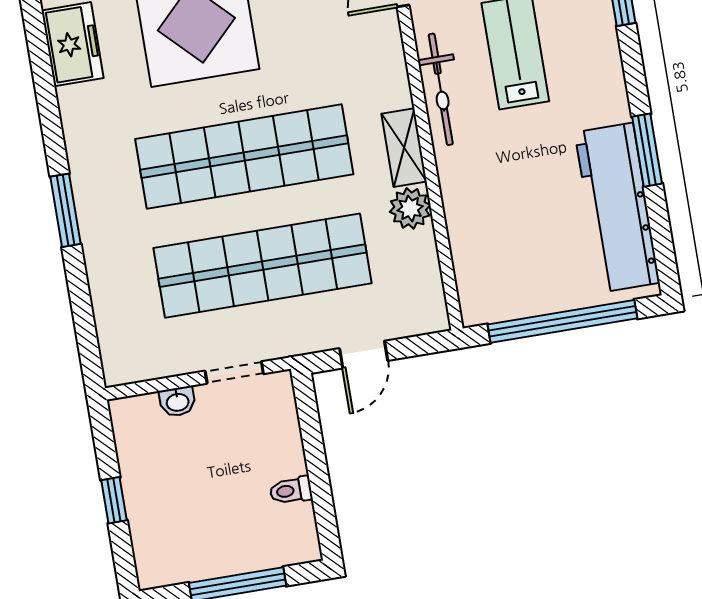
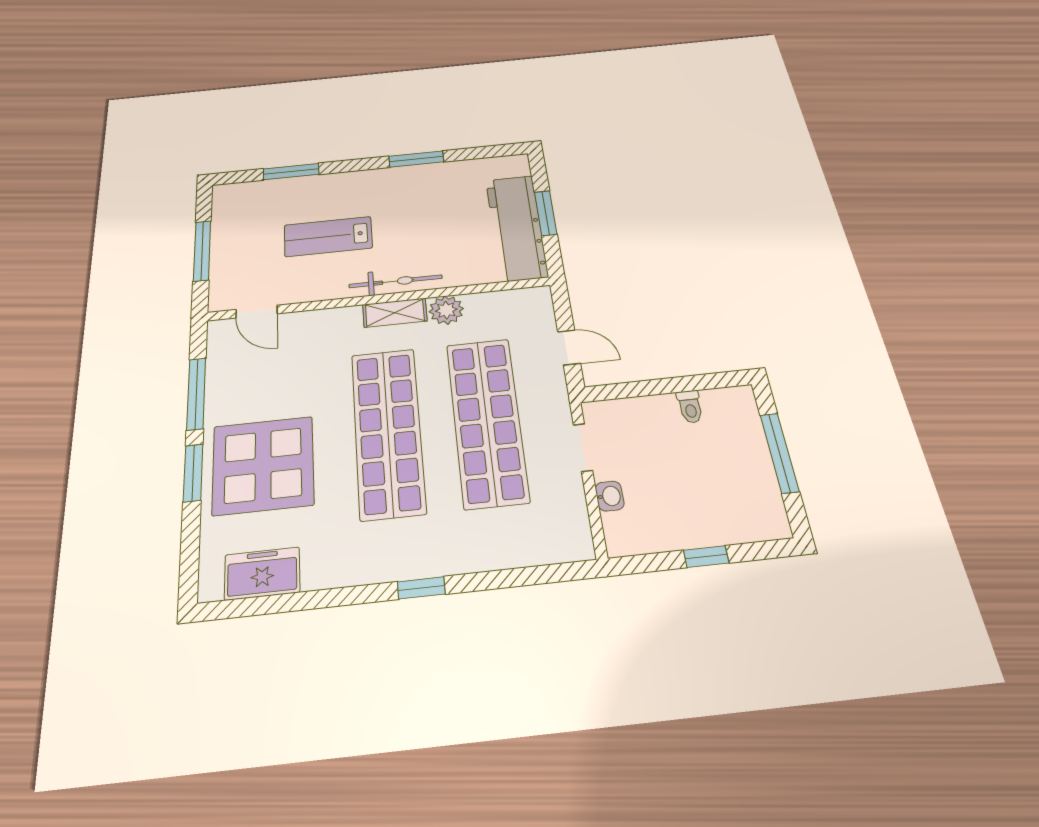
bicycle: (441, 89) -> (396, 281), moved
workbench: (617, 208) -> (517, 228), moved, turned 90
window: (65, 210) -> (421, 588), width x0.67
window: (562, 321) -> (546, 213), width x0.47

